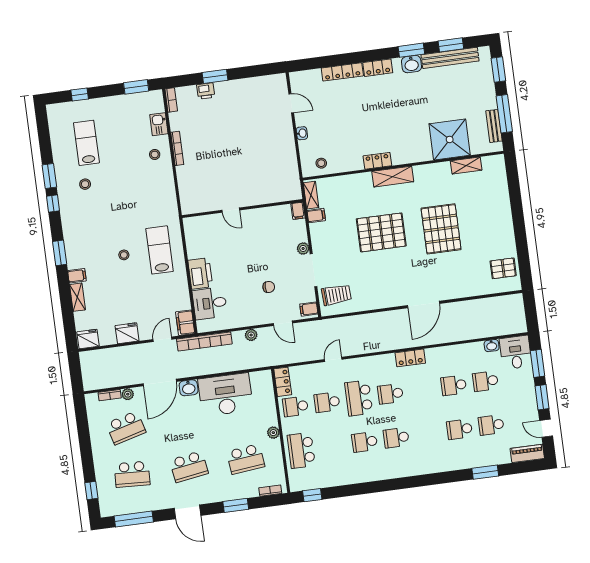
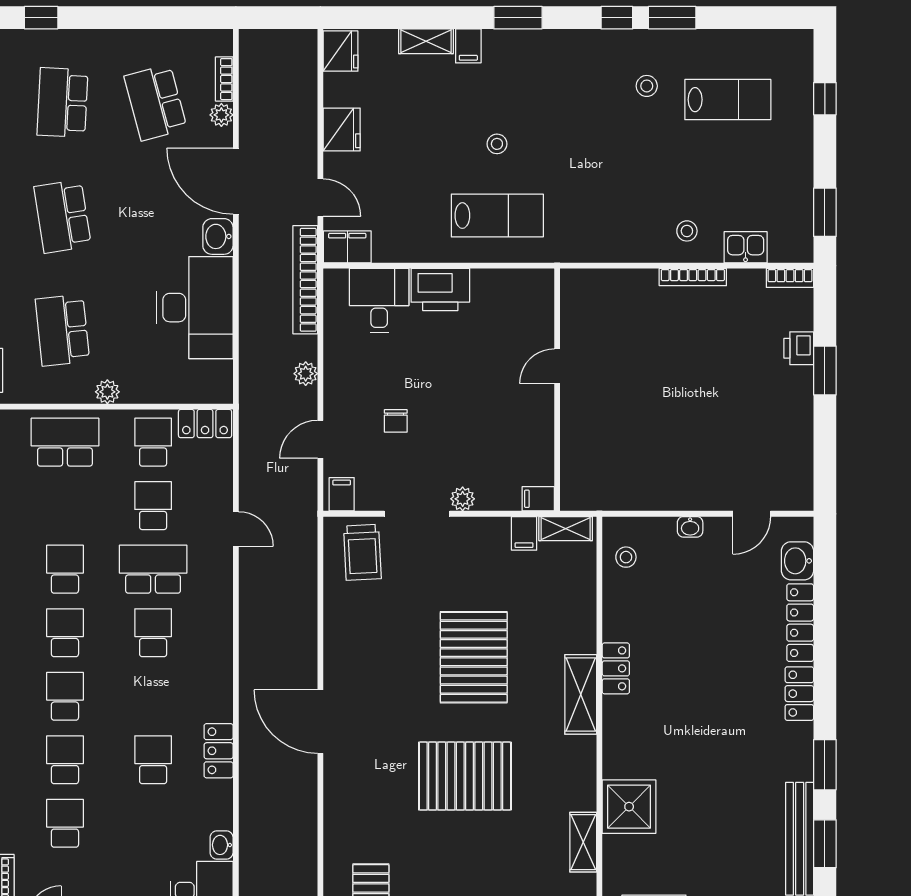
washbasin: (411, 64) -> (797, 561), moved
shower: (450, 139) -> (629, 807), width x0.73, depth x0.73
locker: (410, 358) -> (219, 751), moved
school desk: (485, 381) -> (65, 696), moved

